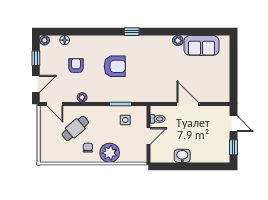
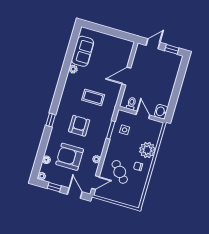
window: (132, 32) -> (51, 120), moved
armchair: (76, 66) -> (70, 157), width x1.88, depth x1.88
coffee table: (152, 73) -> (93, 97), added
washbasin: (182, 156) -> (161, 112), moved

